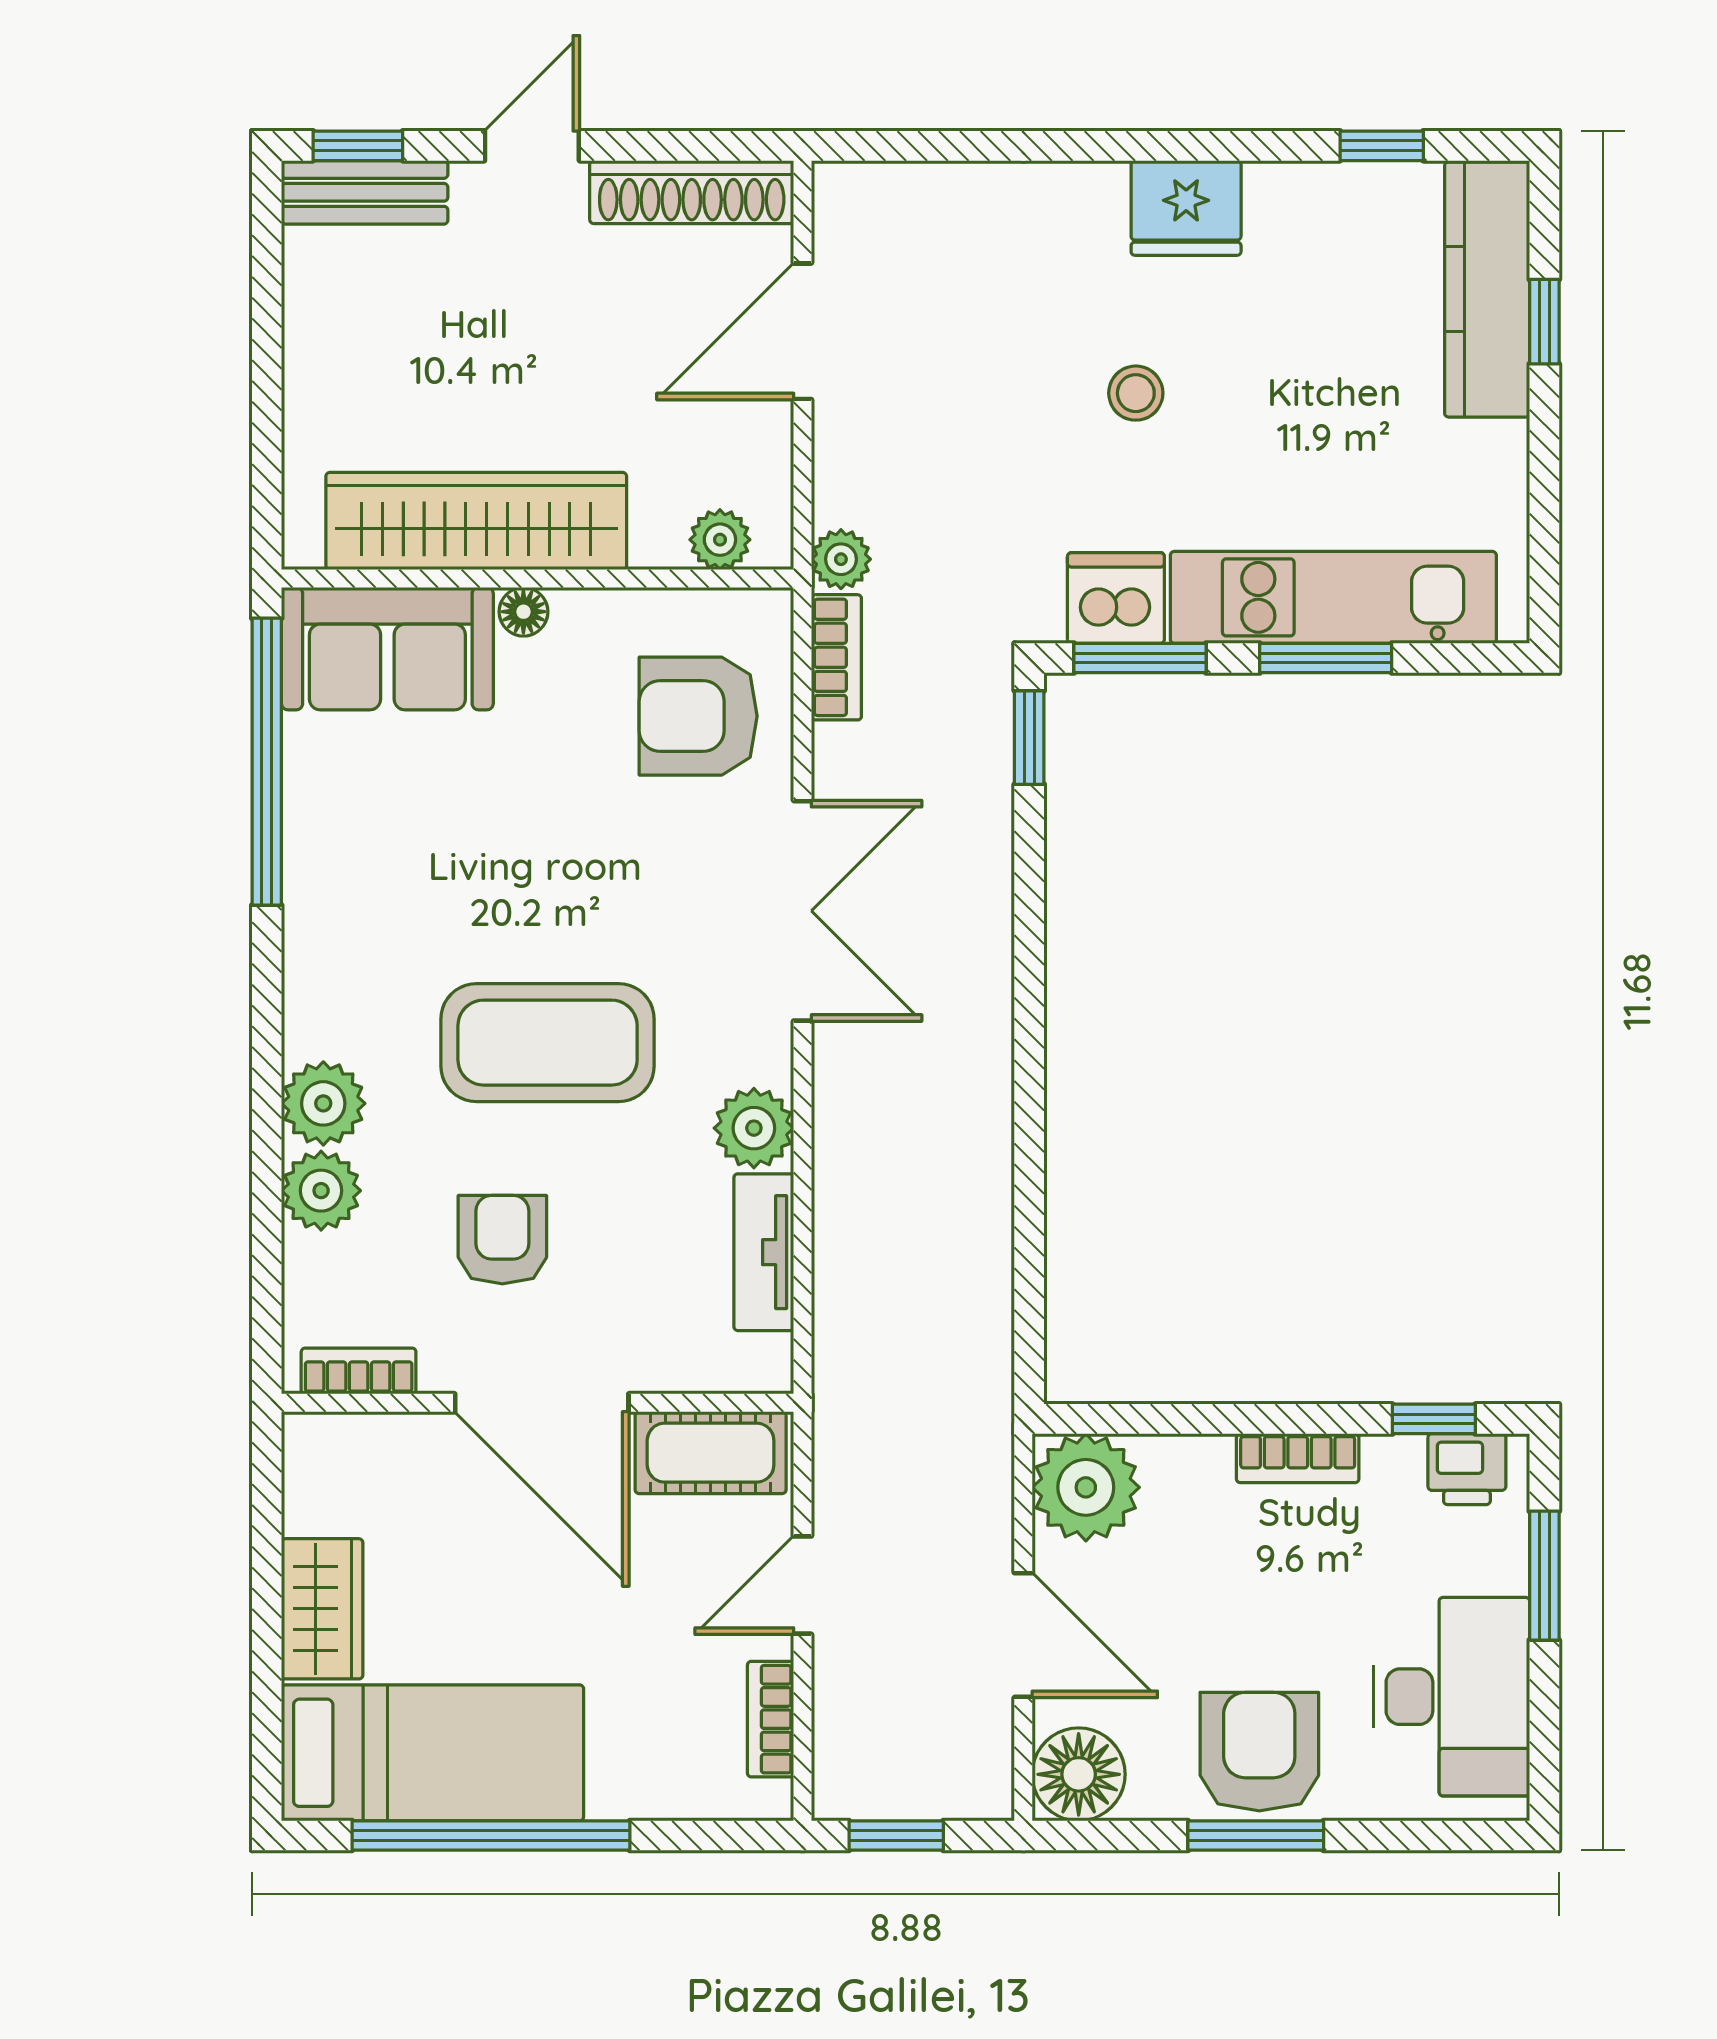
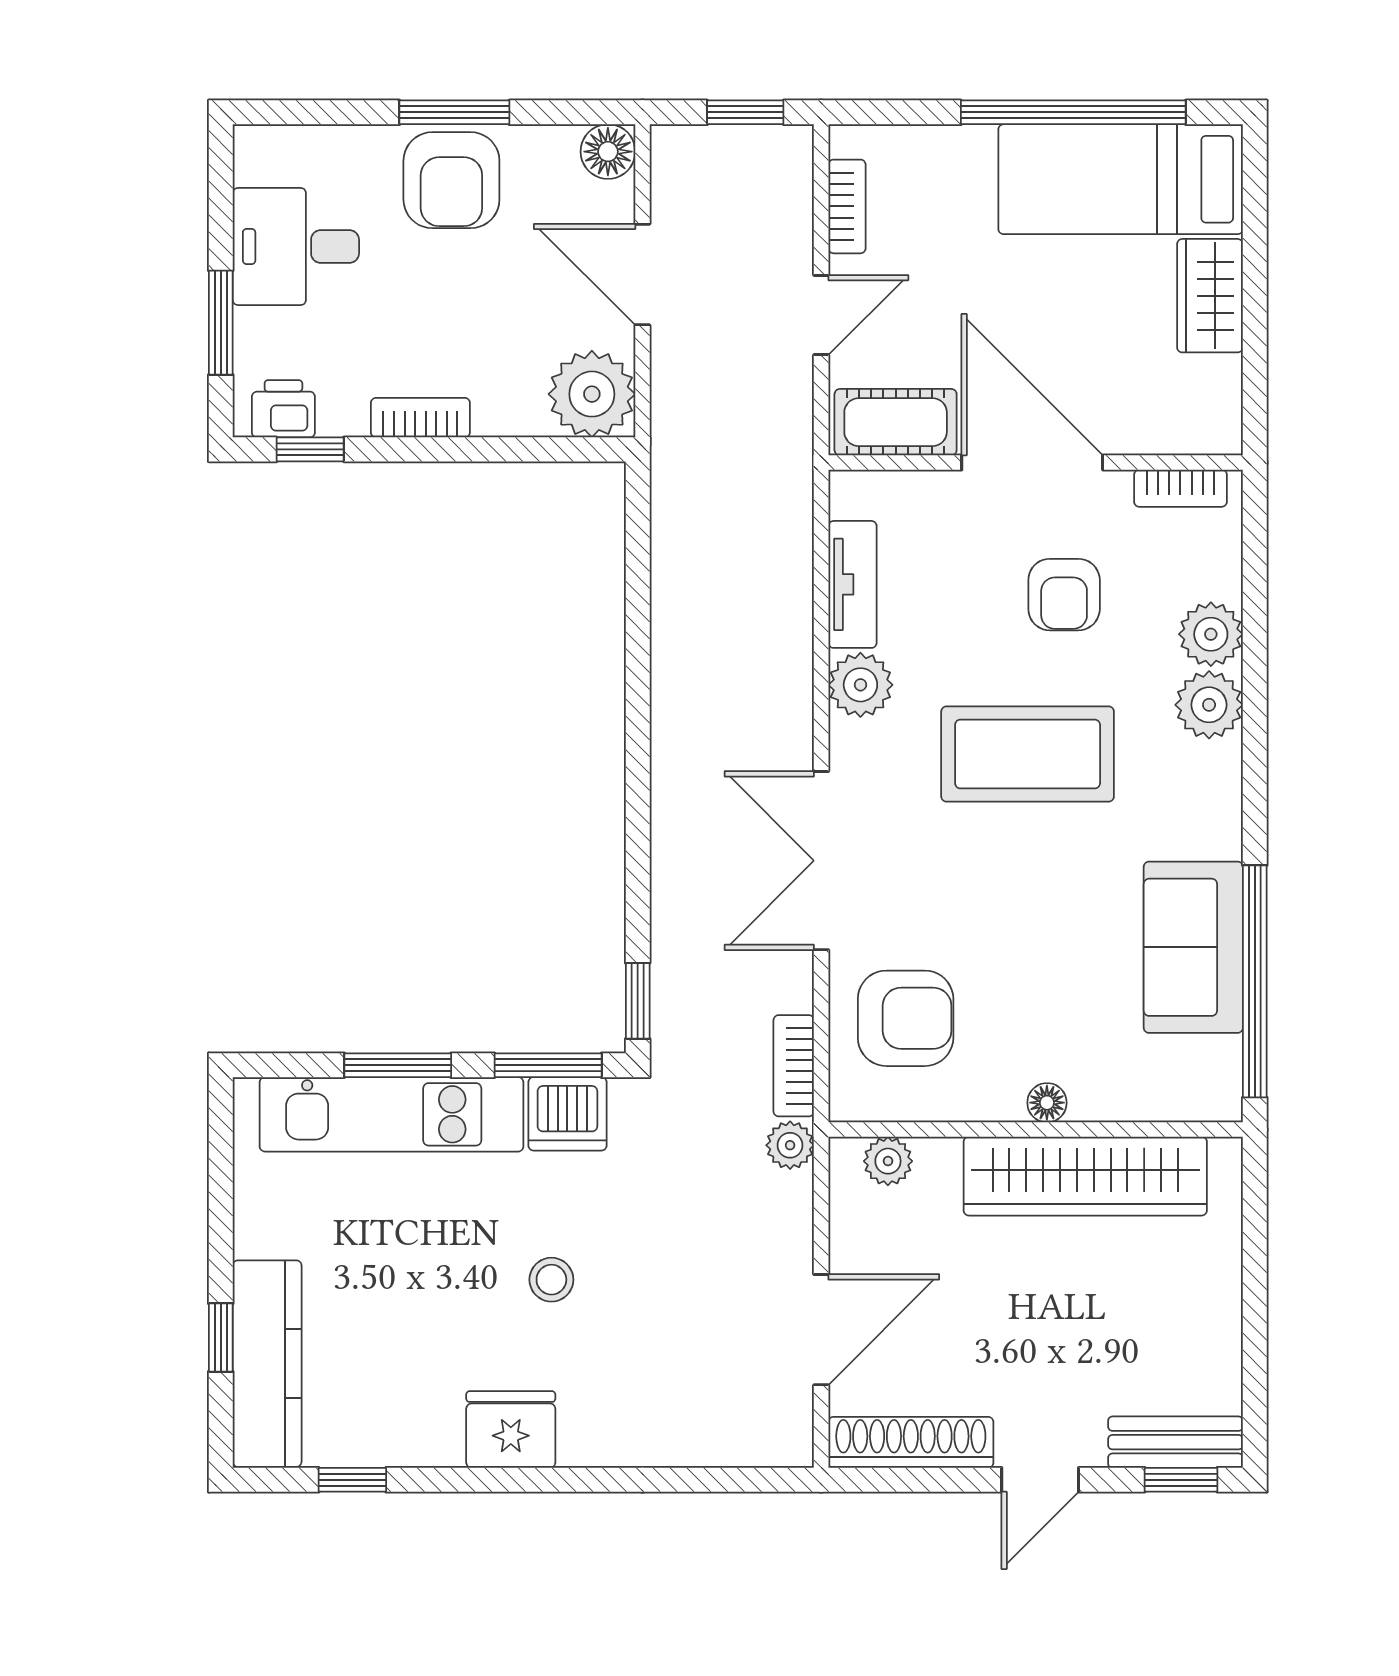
sofa: (387, 649) -> (1193, 947), moved, turned -90
desk: (1452, 1697) -> (296, 246), width x0.73
floor lamp: (1079, 1774) -> (608, 152), width x0.73, depth x0.73

